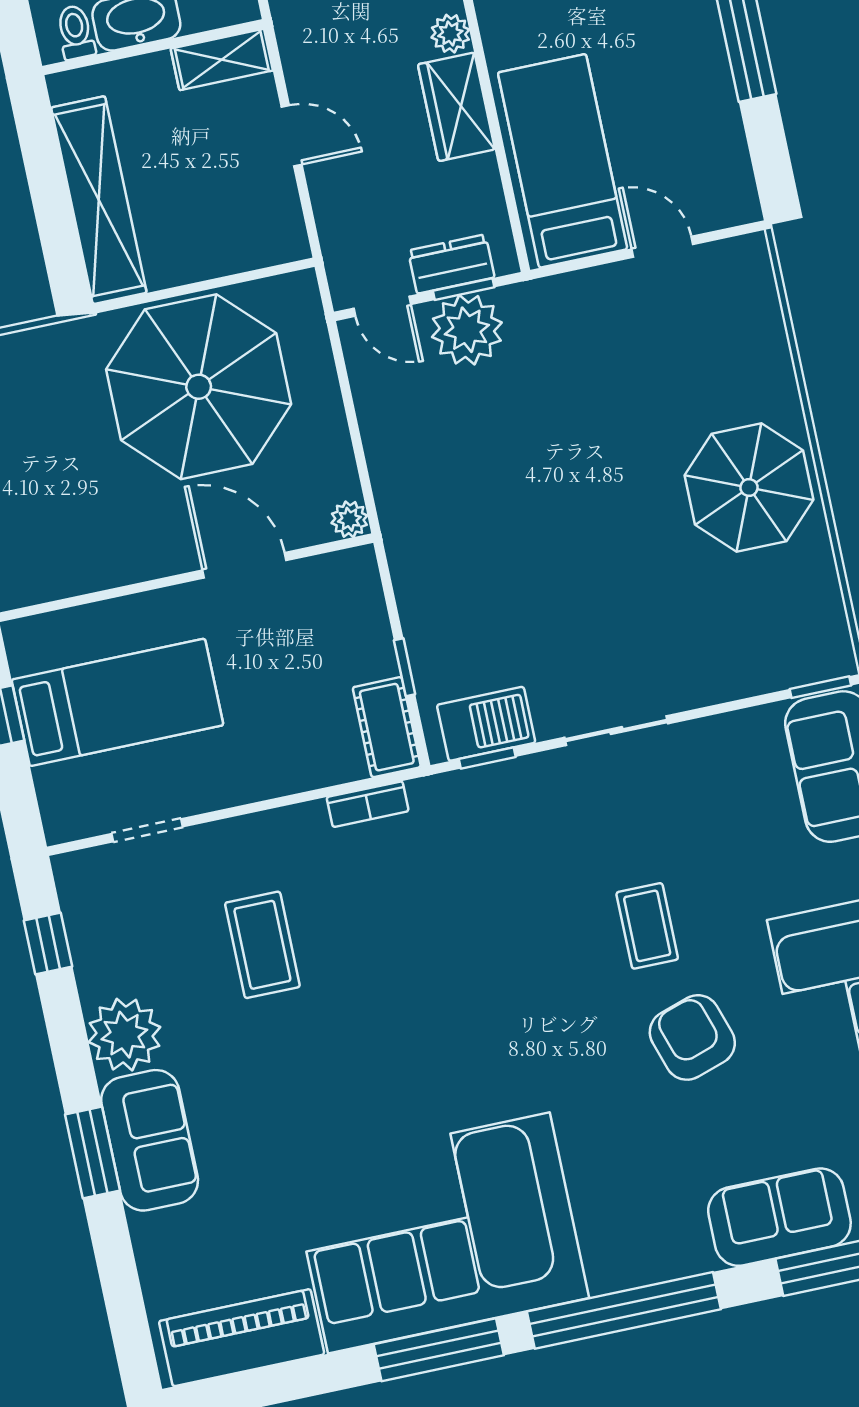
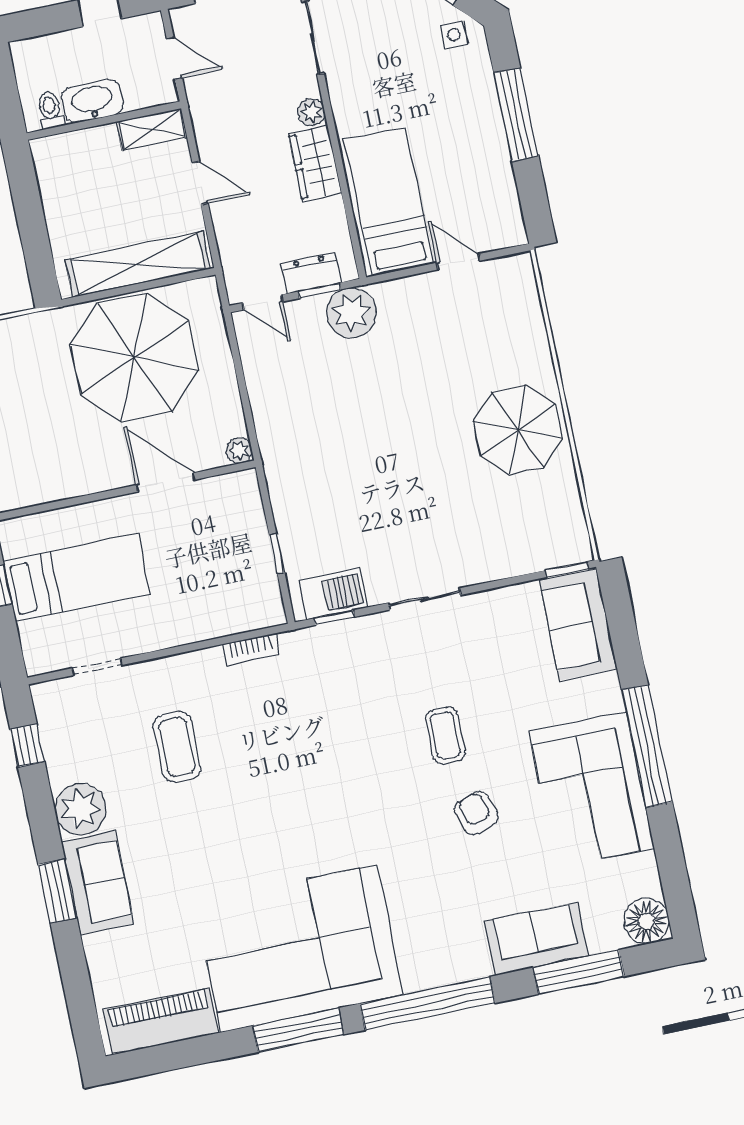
shelving: (99, 200) -> (138, 264), moved, turned 90
plant: (467, 330) -> (352, 313), moved
cot: (387, 727) -> (264, 596), removed
armchair: (692, 1037) -> (476, 813), width x0.72, depth x0.72

